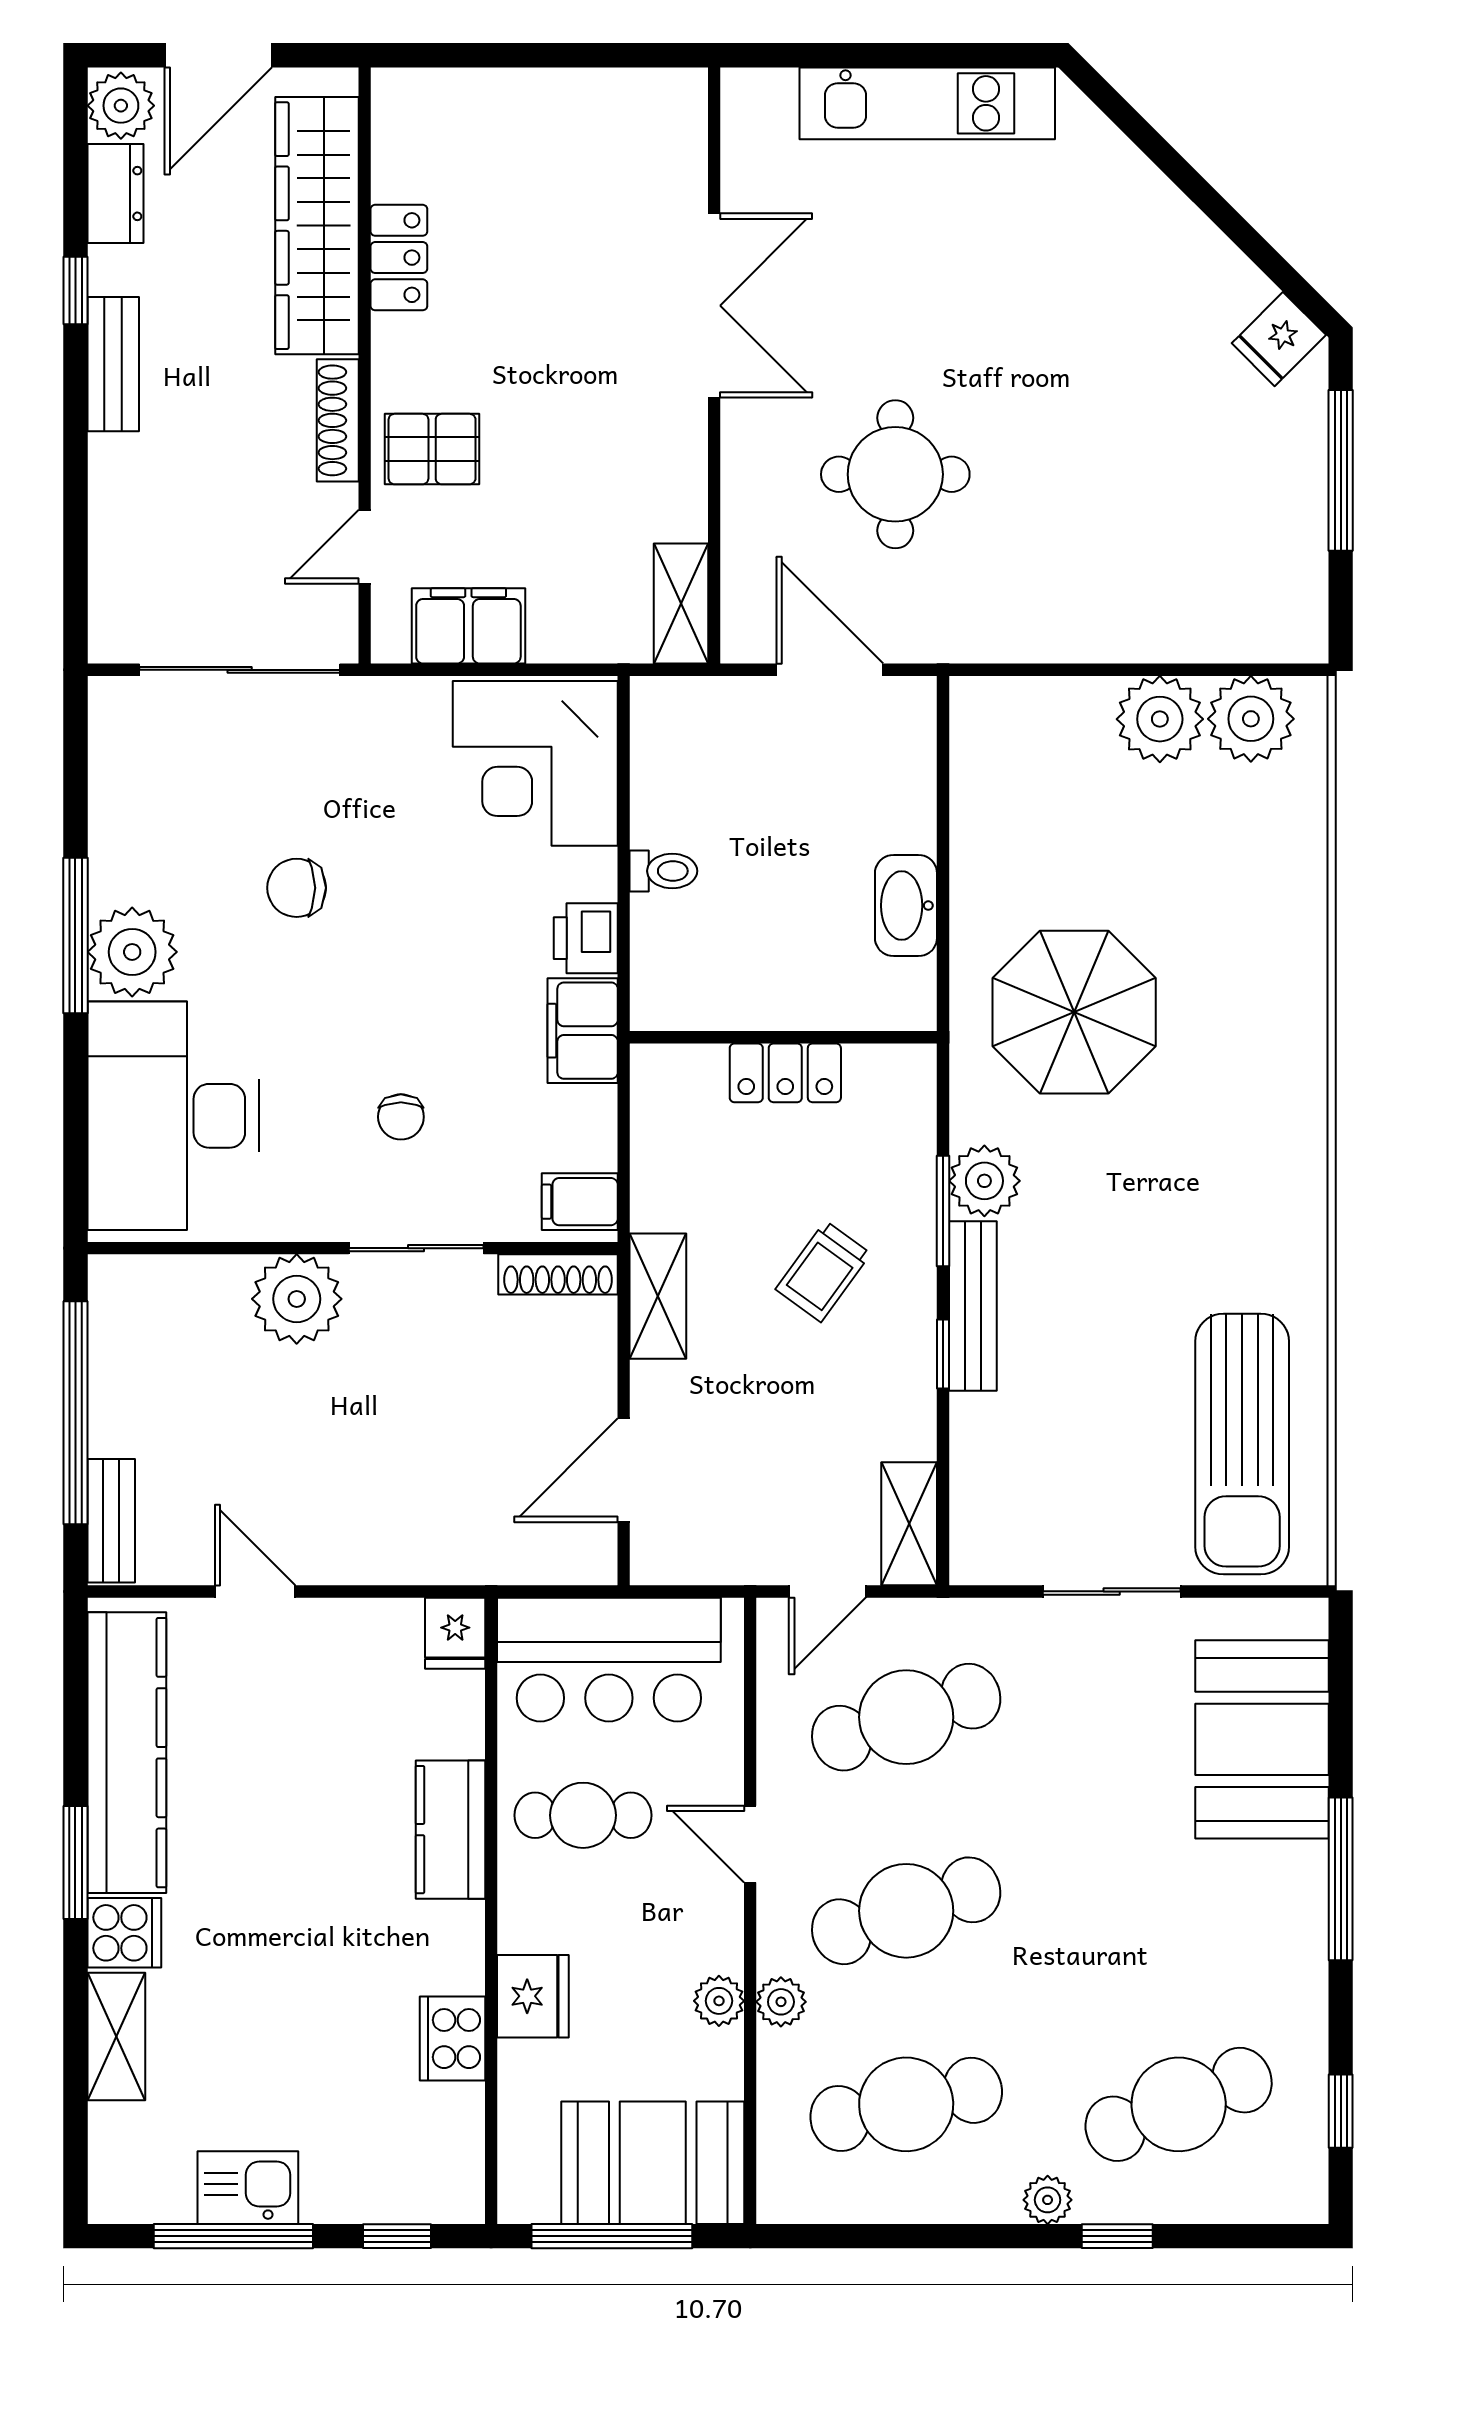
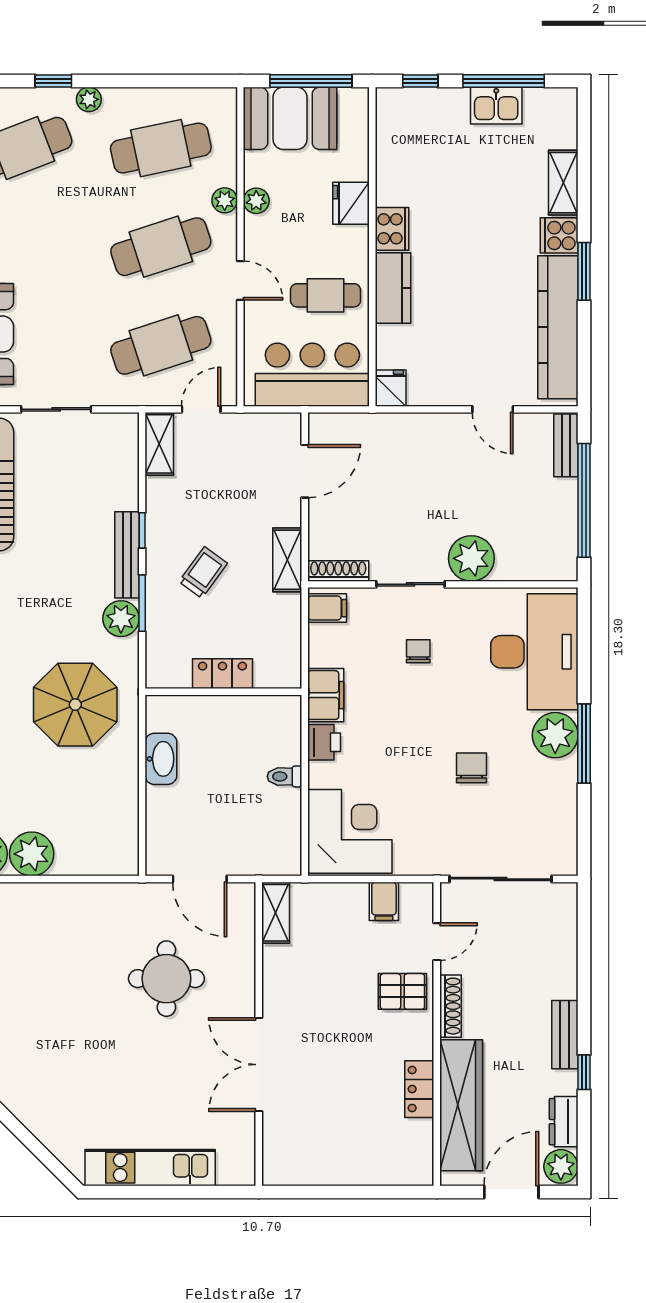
filing cabinet: (468, 626) -> (384, 901), width x0.50
chair: (297, 888) -> (471, 768), turned -90
cooker: (453, 2039) -> (392, 229), moved

